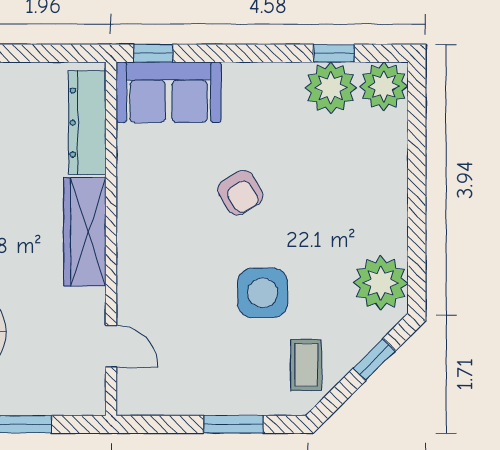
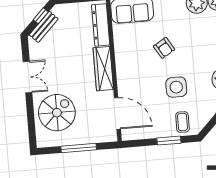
door: (111, 346) -> (117, 113), width x1.88
coffee table: (306, 365) -> (182, 122), moved

